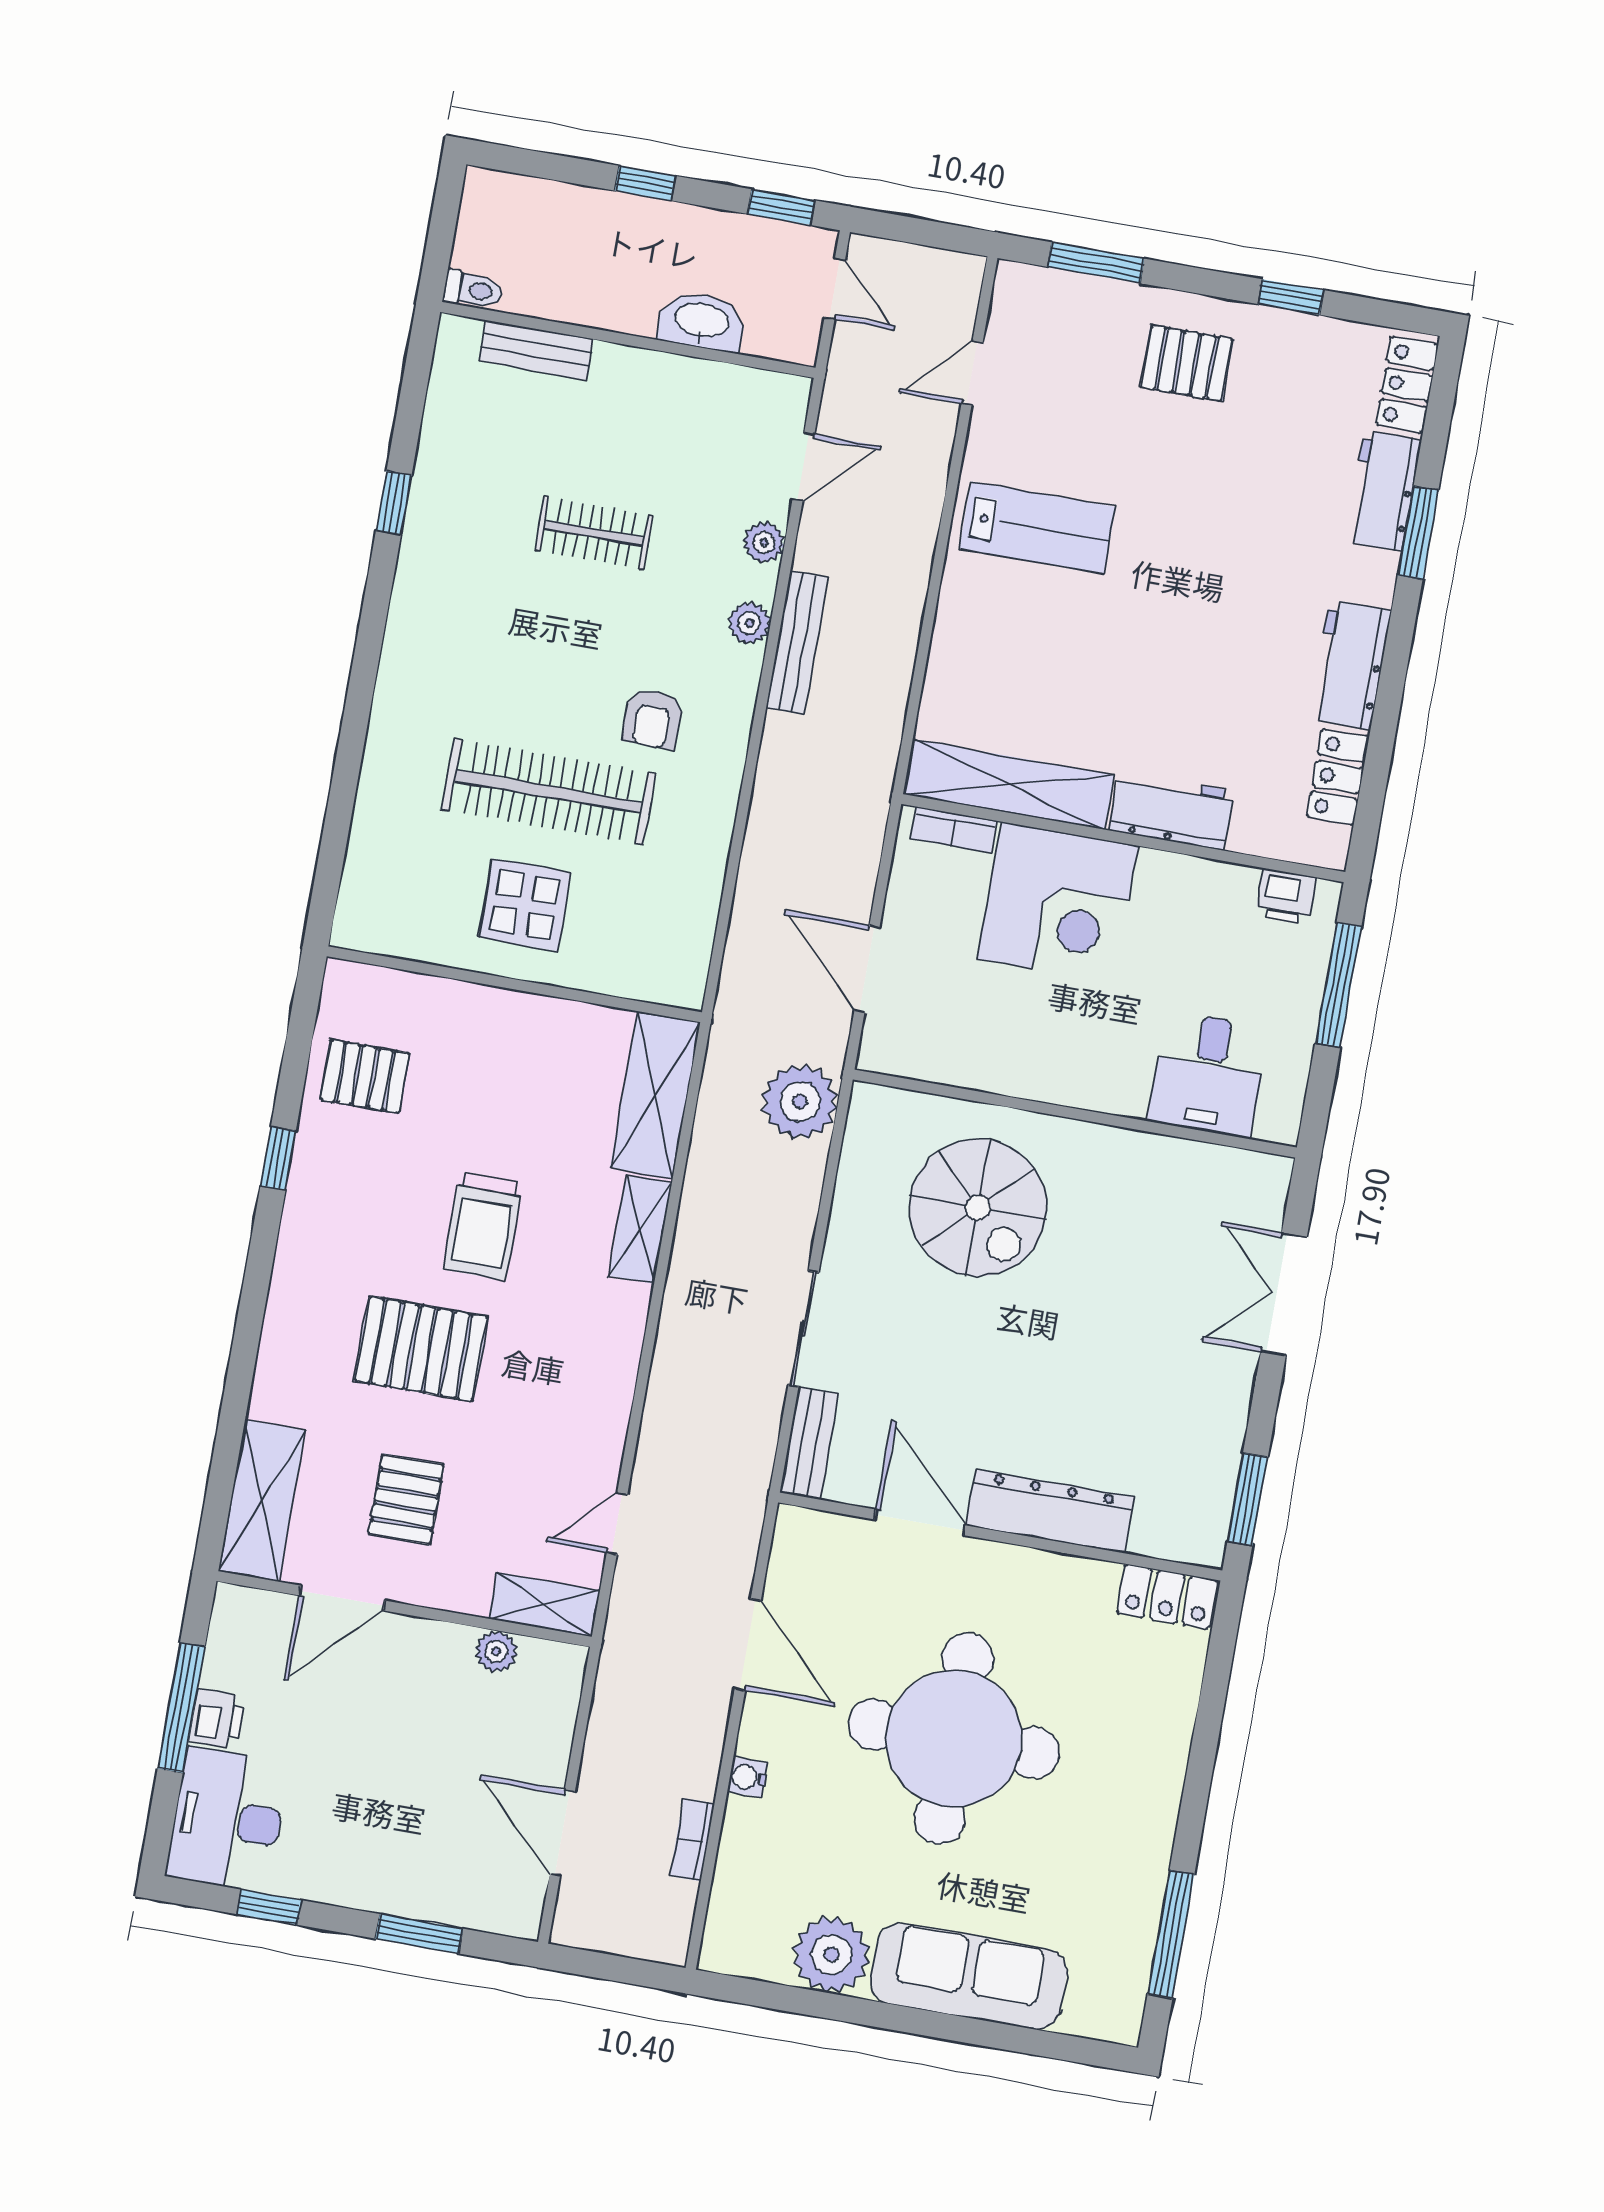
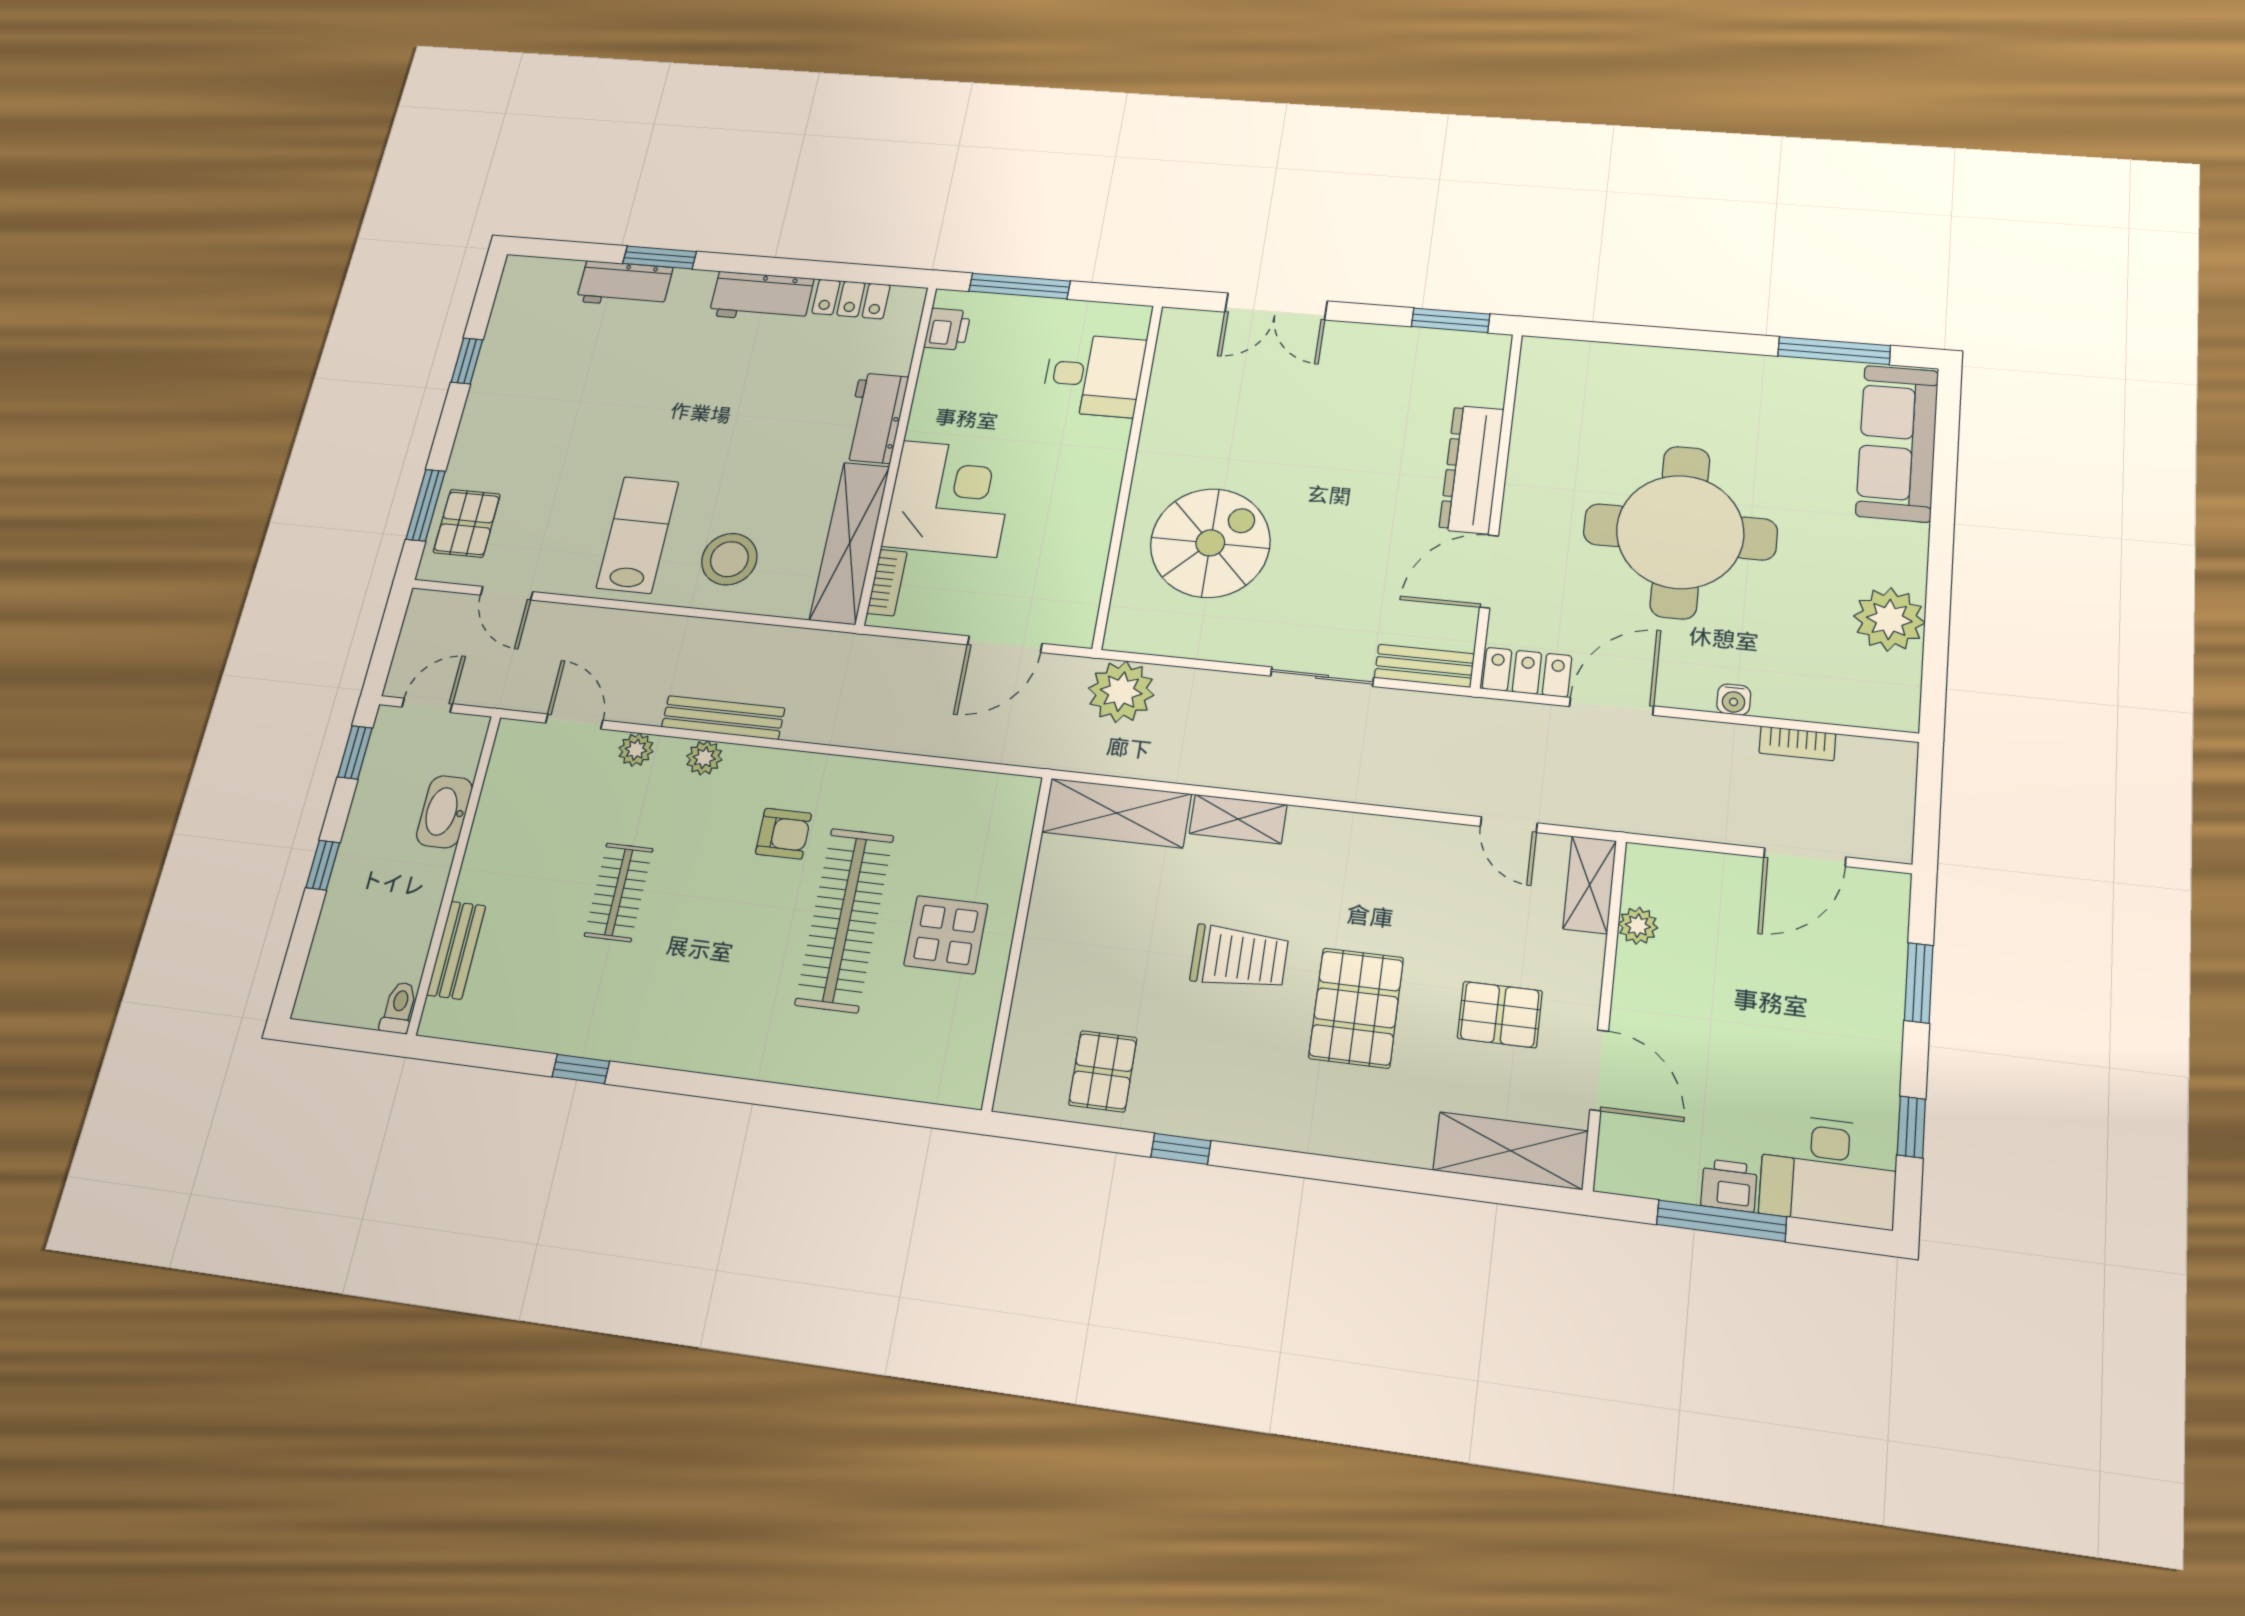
pallet: (1187, 363) -> (467, 523), moved
locker: (1407, 385) -> (543, 274), removed
stool: (998, 641) -> (729, 559), added
locker: (1167, 1597) -> (1527, 672), moved, turned -90
sofa: (969, 1976) -> (1897, 443), moved

